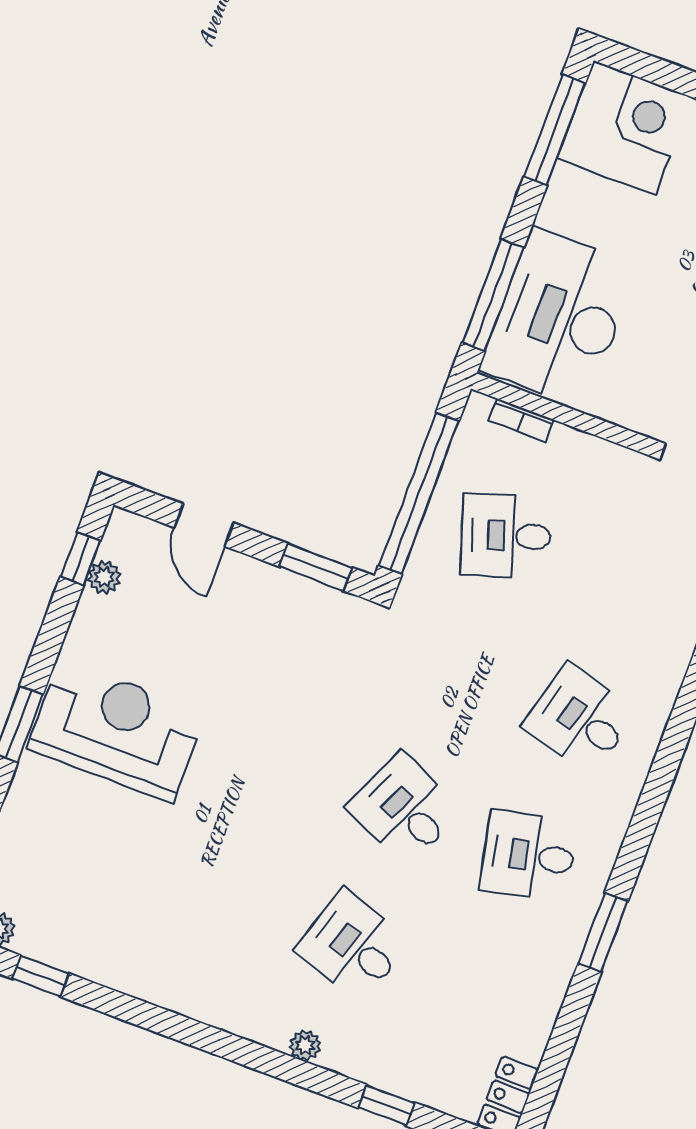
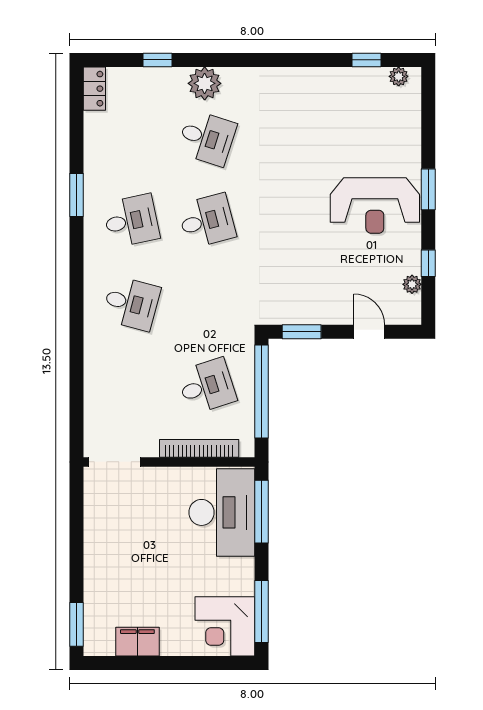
bookcase: (521, 420) -> (199, 448), width x2.31, depth x1.31
window: (80, 559) -> (428, 263), moved
desk: (404, 809) -> (207, 221), turned -39
plant: (305, 1045) -> (205, 83), width x1.87, depth x1.87

